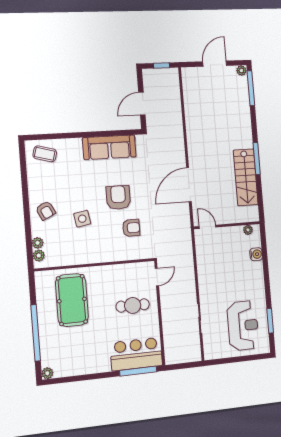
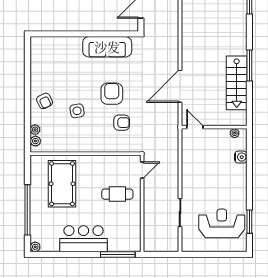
coffee table: (45, 154) -> (48, 50), removed
reception desk: (243, 326) -> (222, 223), turned -90
bar counter: (136, 354) -> (84, 239), moved

